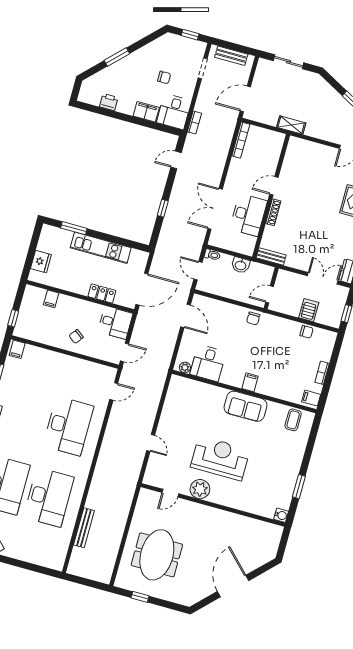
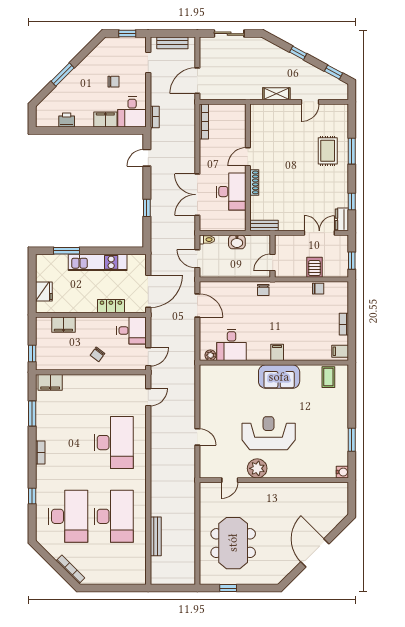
shelving: (291, 125) -> (276, 94), moved
filing cabinet: (51, 299) -> (63, 325), width x2.00
filing cabinet: (17, 349) -> (50, 382), width x2.00

